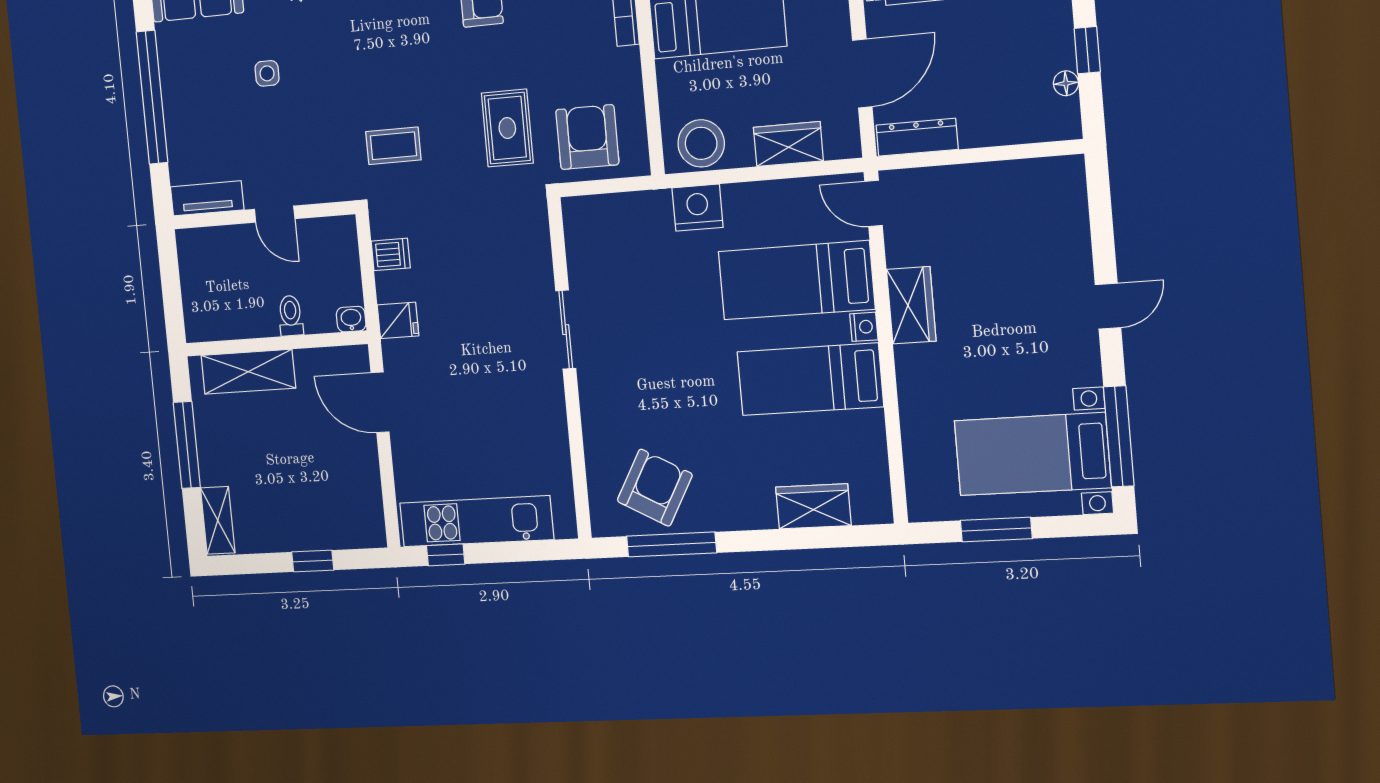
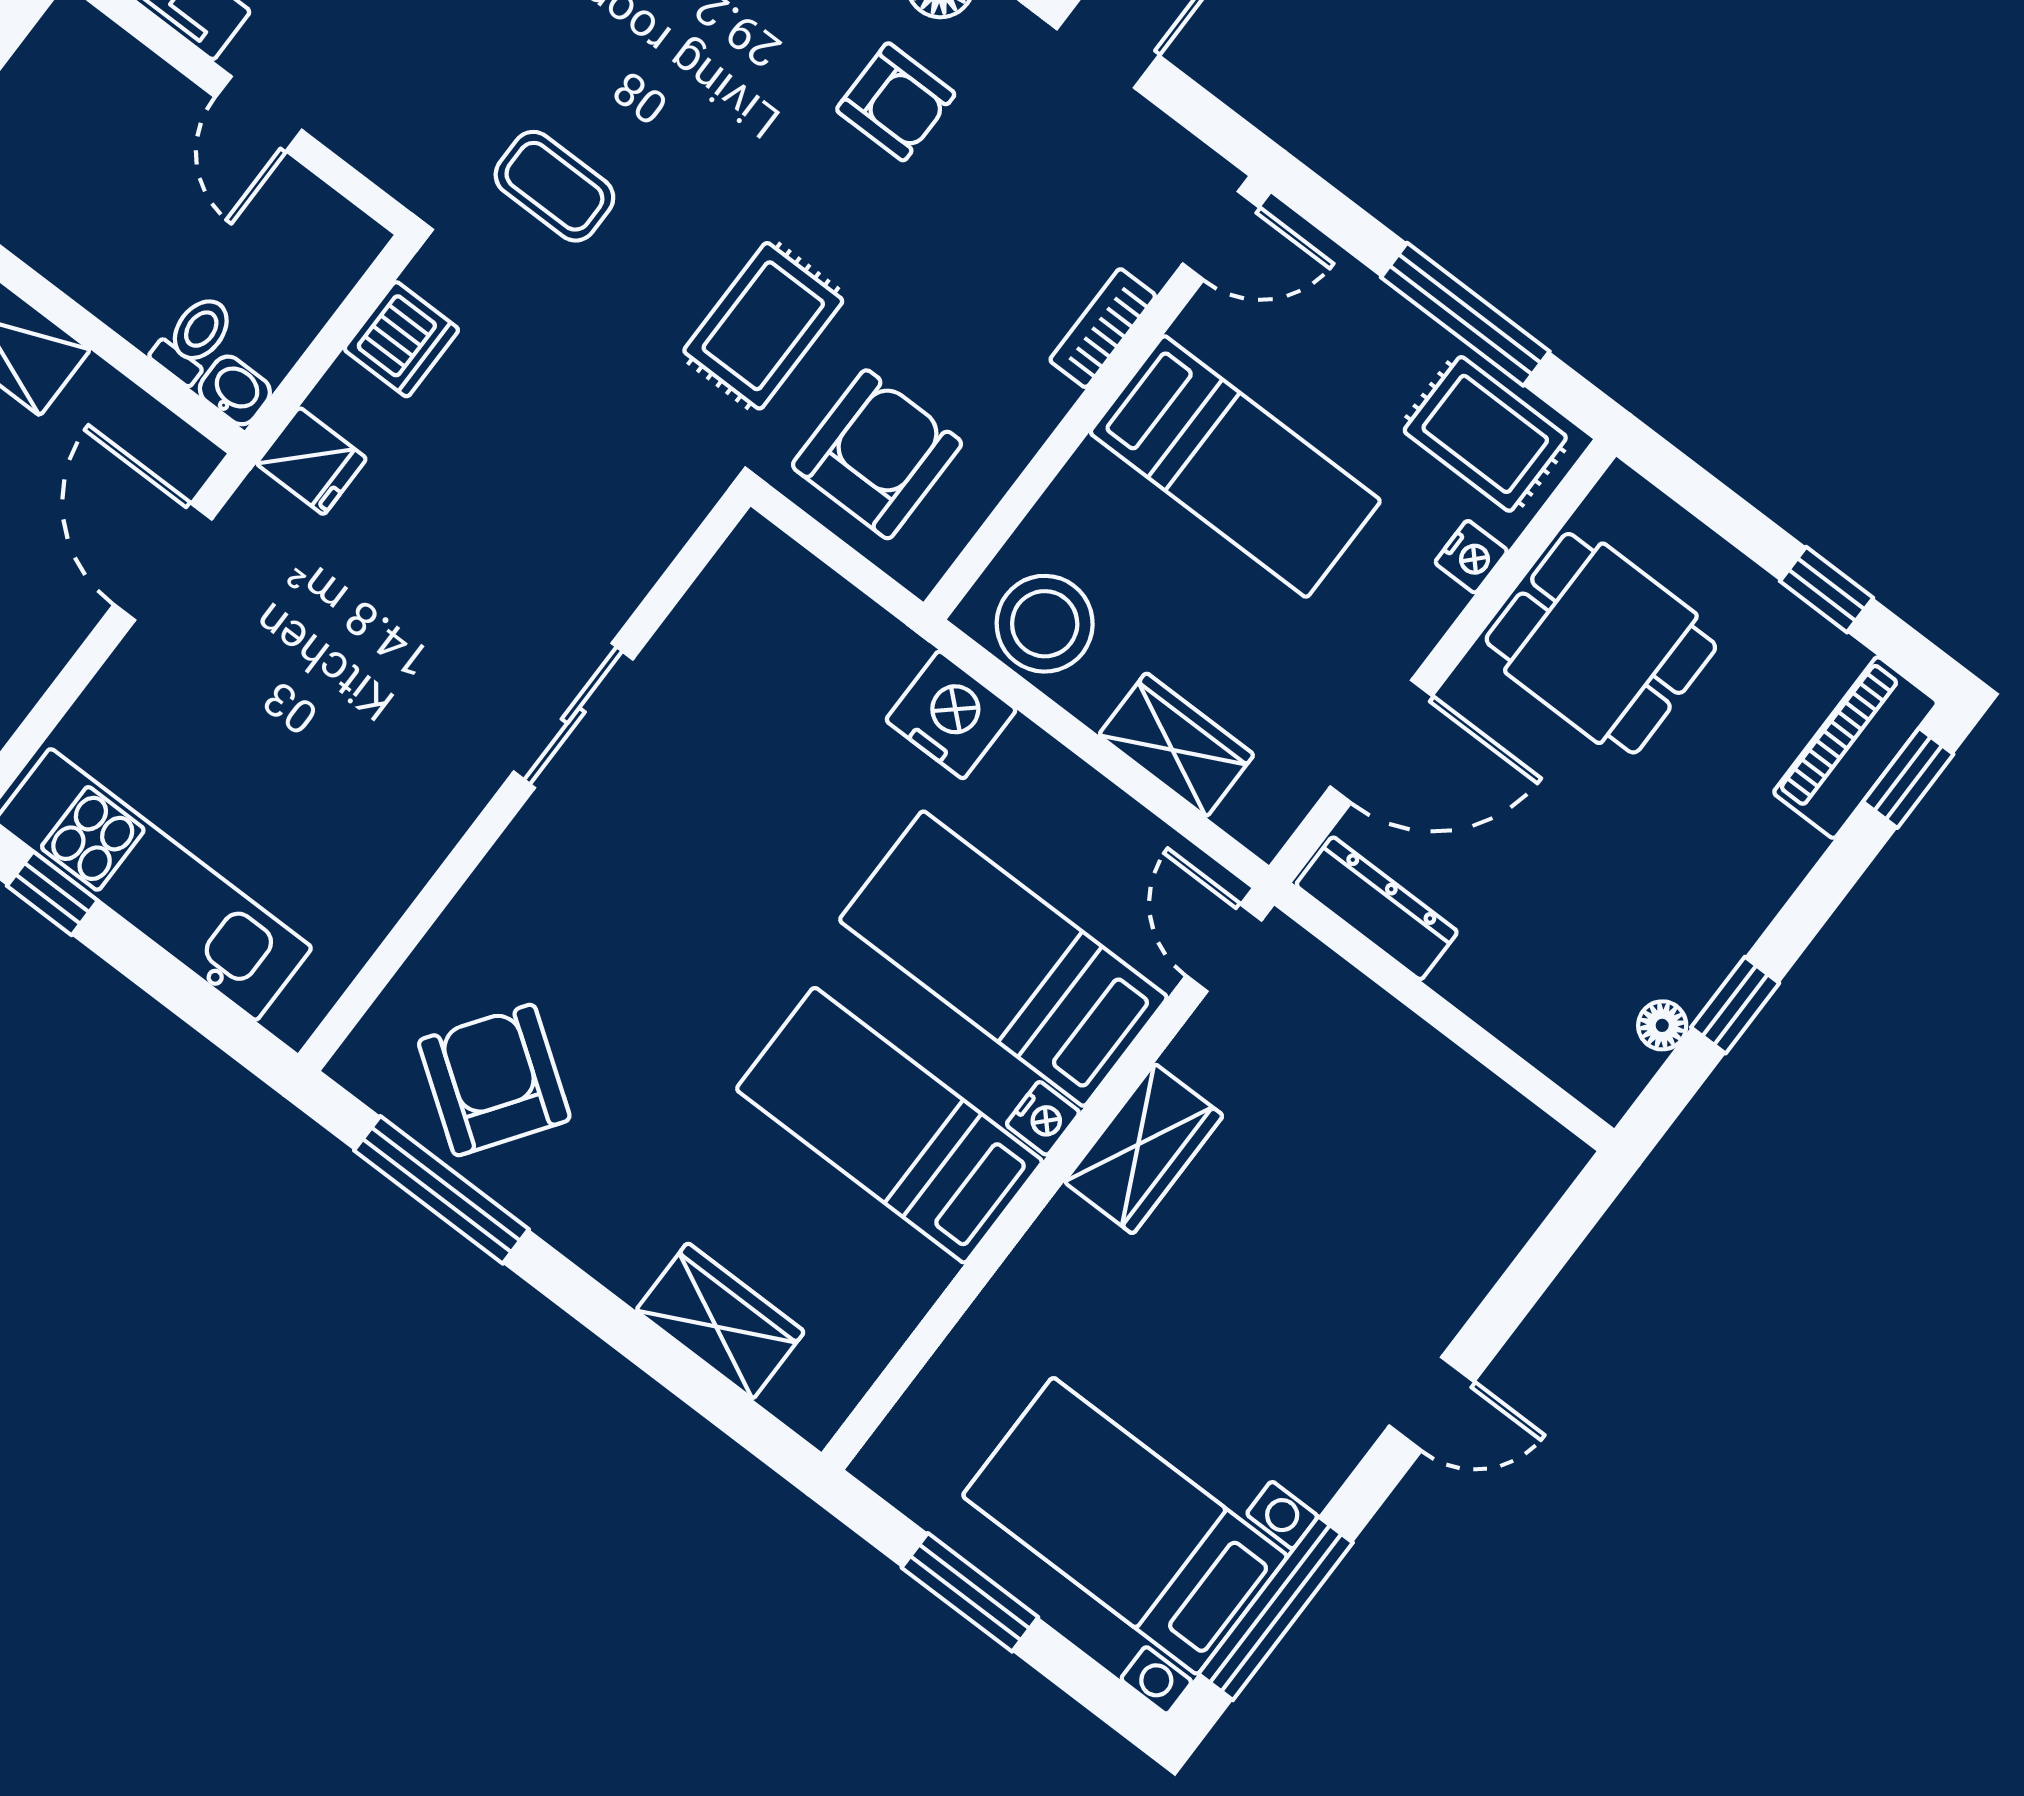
dishwasher: (391, 254) -> (401, 339), width x1.38
toilet: (291, 316) -> (194, 338), moved
armchair: (655, 488) -> (494, 1080), turned -84

